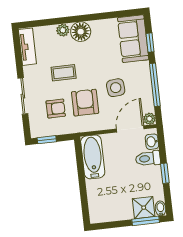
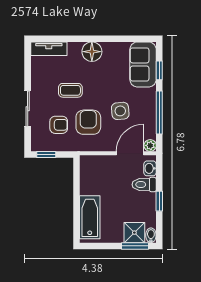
plant: (63, 30) -> (74, 48), removed
tv unit: (27, 47) -> (49, 49), moved, turned 90
bathtub: (93, 157) -> (90, 217), moved

